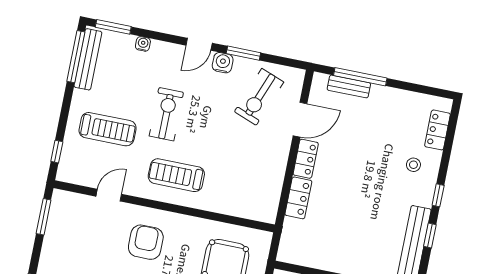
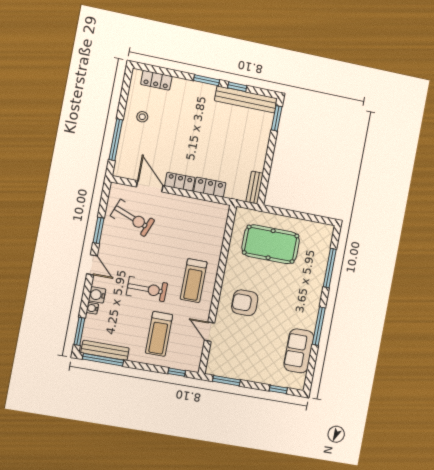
water cooler: (223, 63) -> (97, 295), moved
bench: (349, 86) -> (255, 188), moved
exercise bike: (166, 114) -> (147, 289), turned 180
treadmill: (108, 129) -> (159, 334), turned 180
stool: (413, 165) -> (142, 117), moved
window: (438, 195) -> (207, 80), width x1.50

